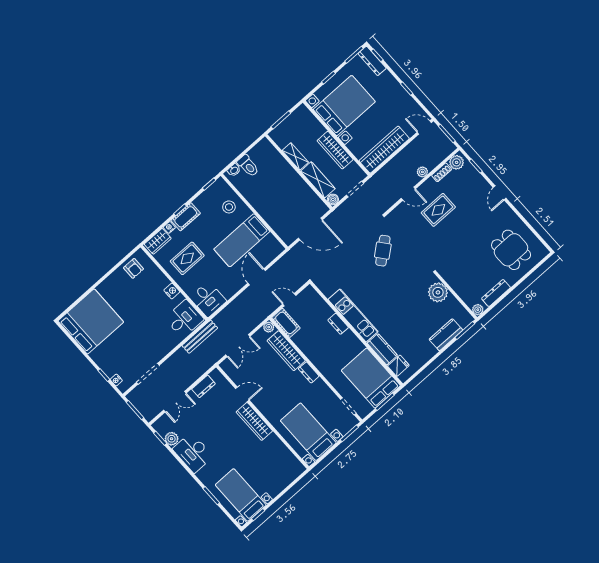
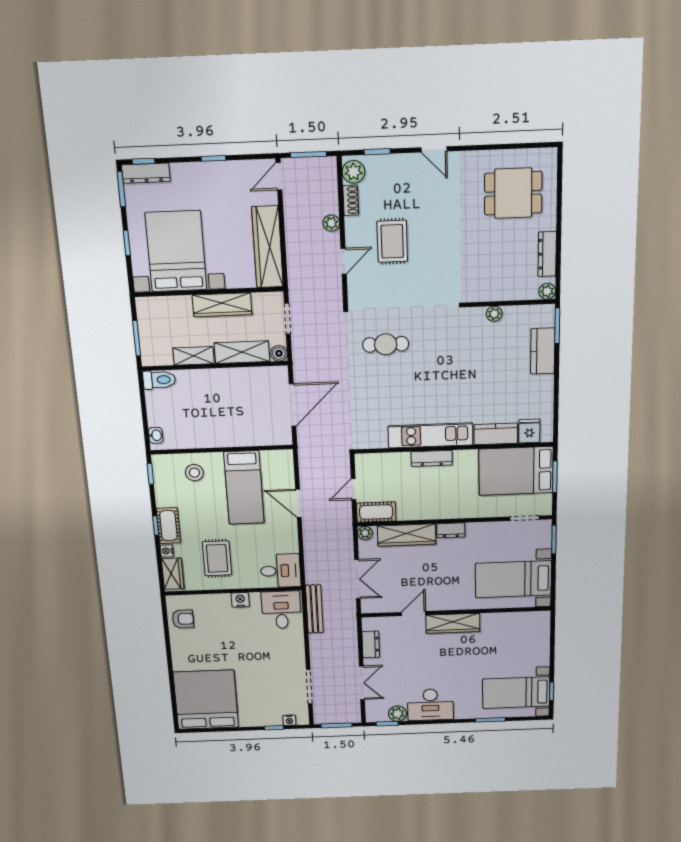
toilet: (248, 166) -> (159, 380), moved
cafe table: (383, 251) -> (386, 344), turned -51
plant: (438, 292) -> (494, 314), width x0.53, depth x0.53
dresser: (338, 324) -> (432, 458), width x1.44

